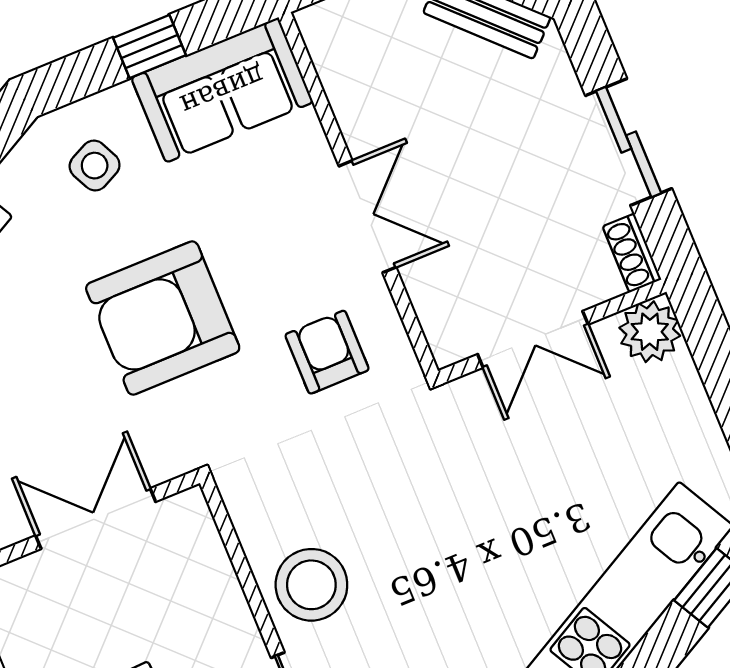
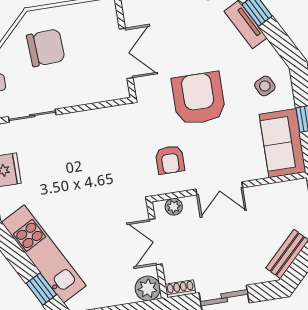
plant: (438, 316) -> (174, 207), added
armchair: (327, 352) -> (170, 160), turned 90
stool: (311, 585) -> (80, 132), removed

